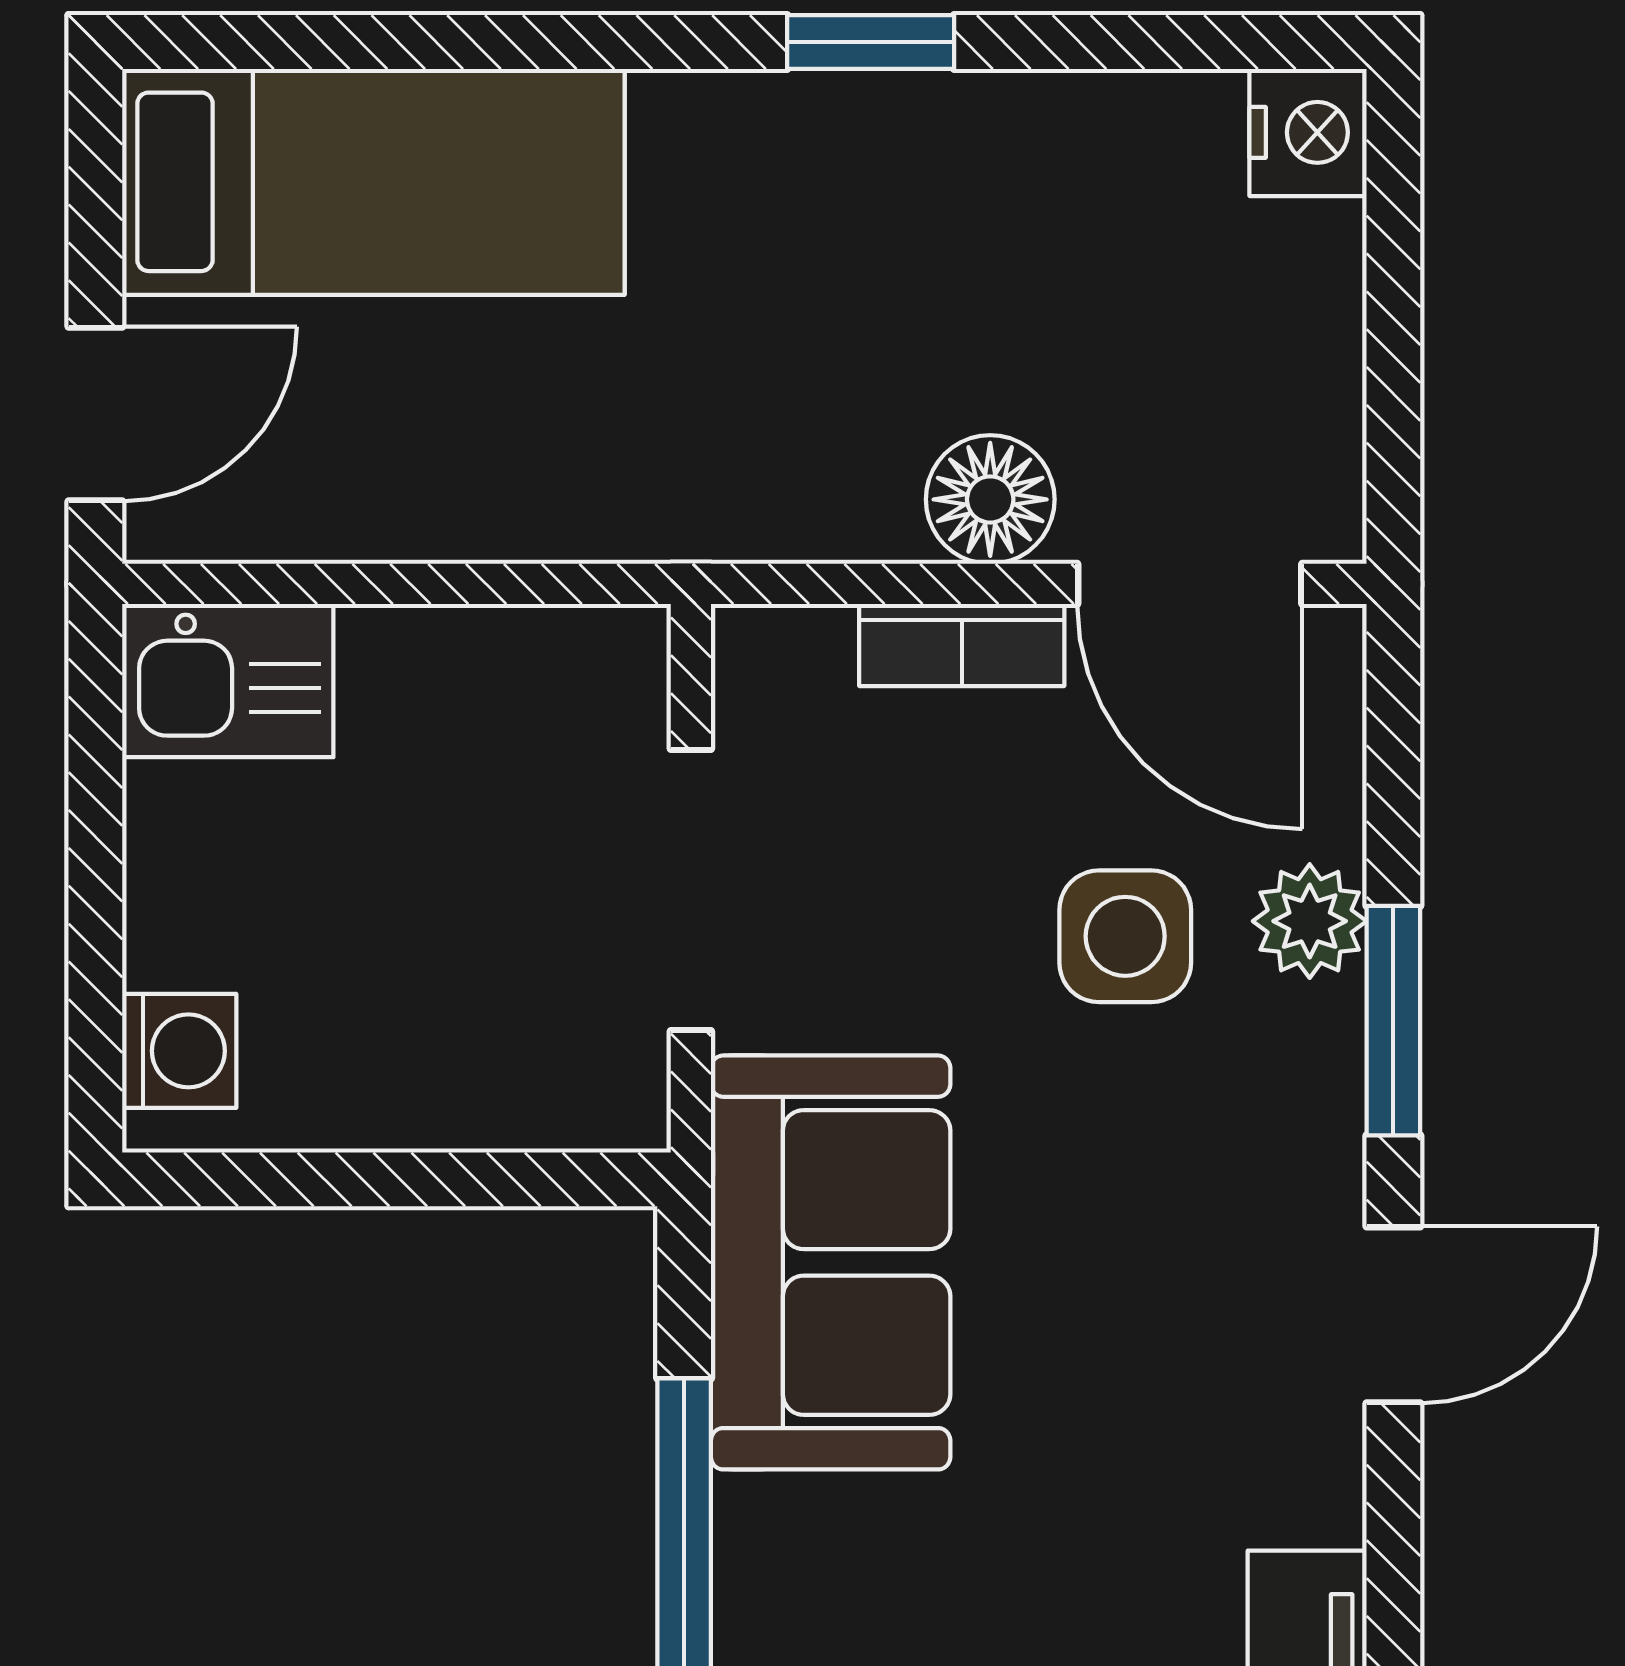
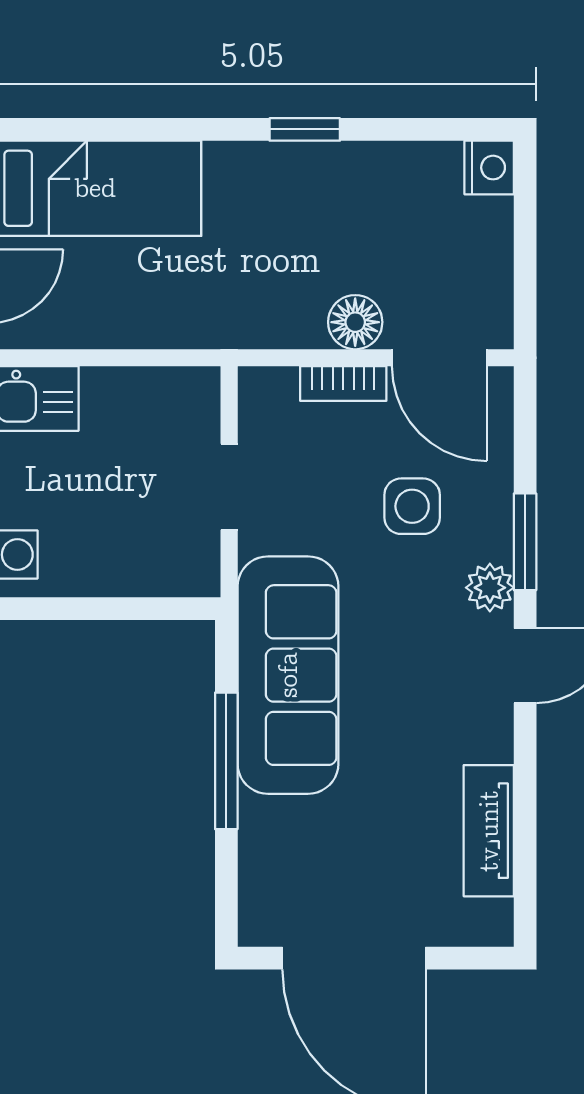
doorway: (691, 890) -> (229, 487), width x0.73
plant: (1310, 921) -> (490, 588), moved
sofa: (831, 1262) -> (288, 675), width x1.36

